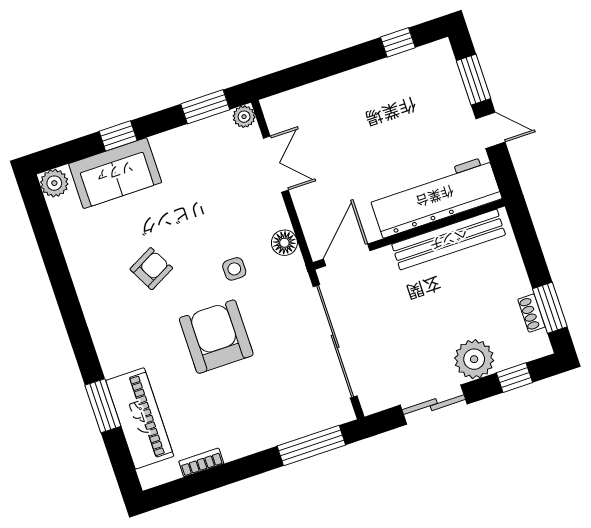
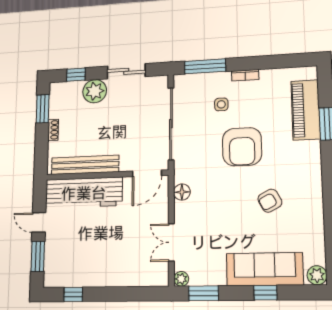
sofa: (115, 173) -> (265, 269), width x1.36
side table: (234, 269) -> (221, 104), moved
shoe rack: (531, 313) -> (53, 130), moved
bookcase: (201, 462) -> (245, 75), moved

